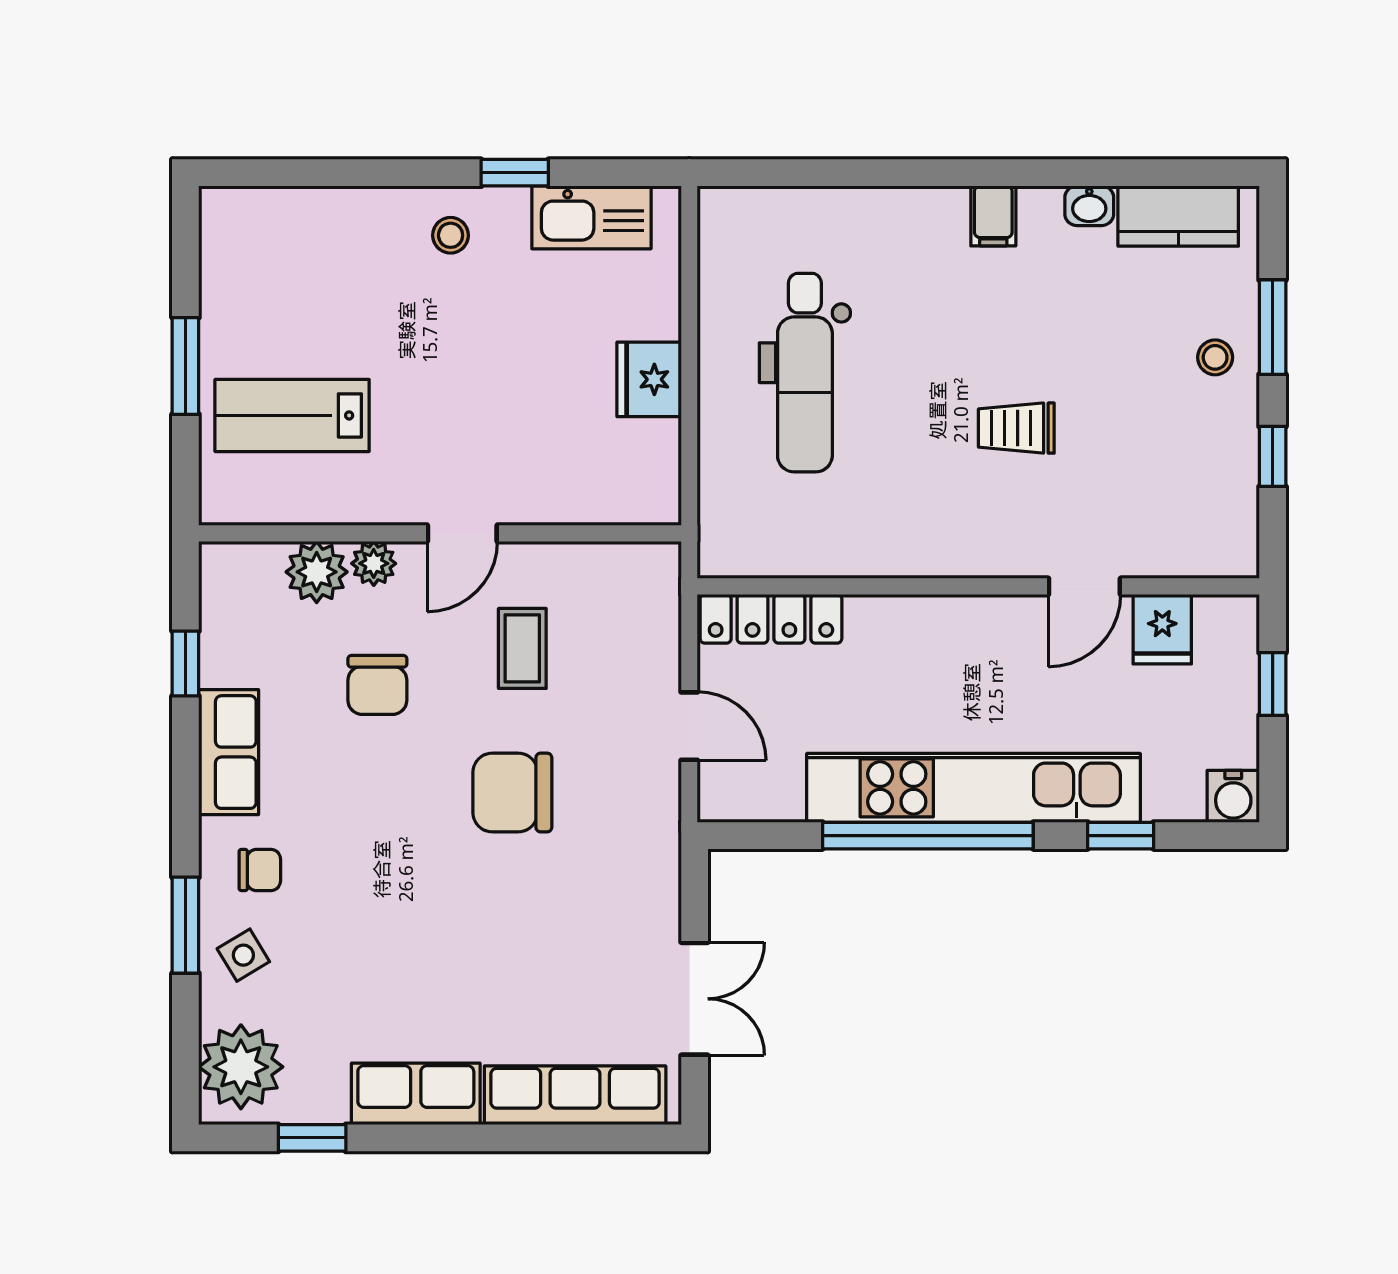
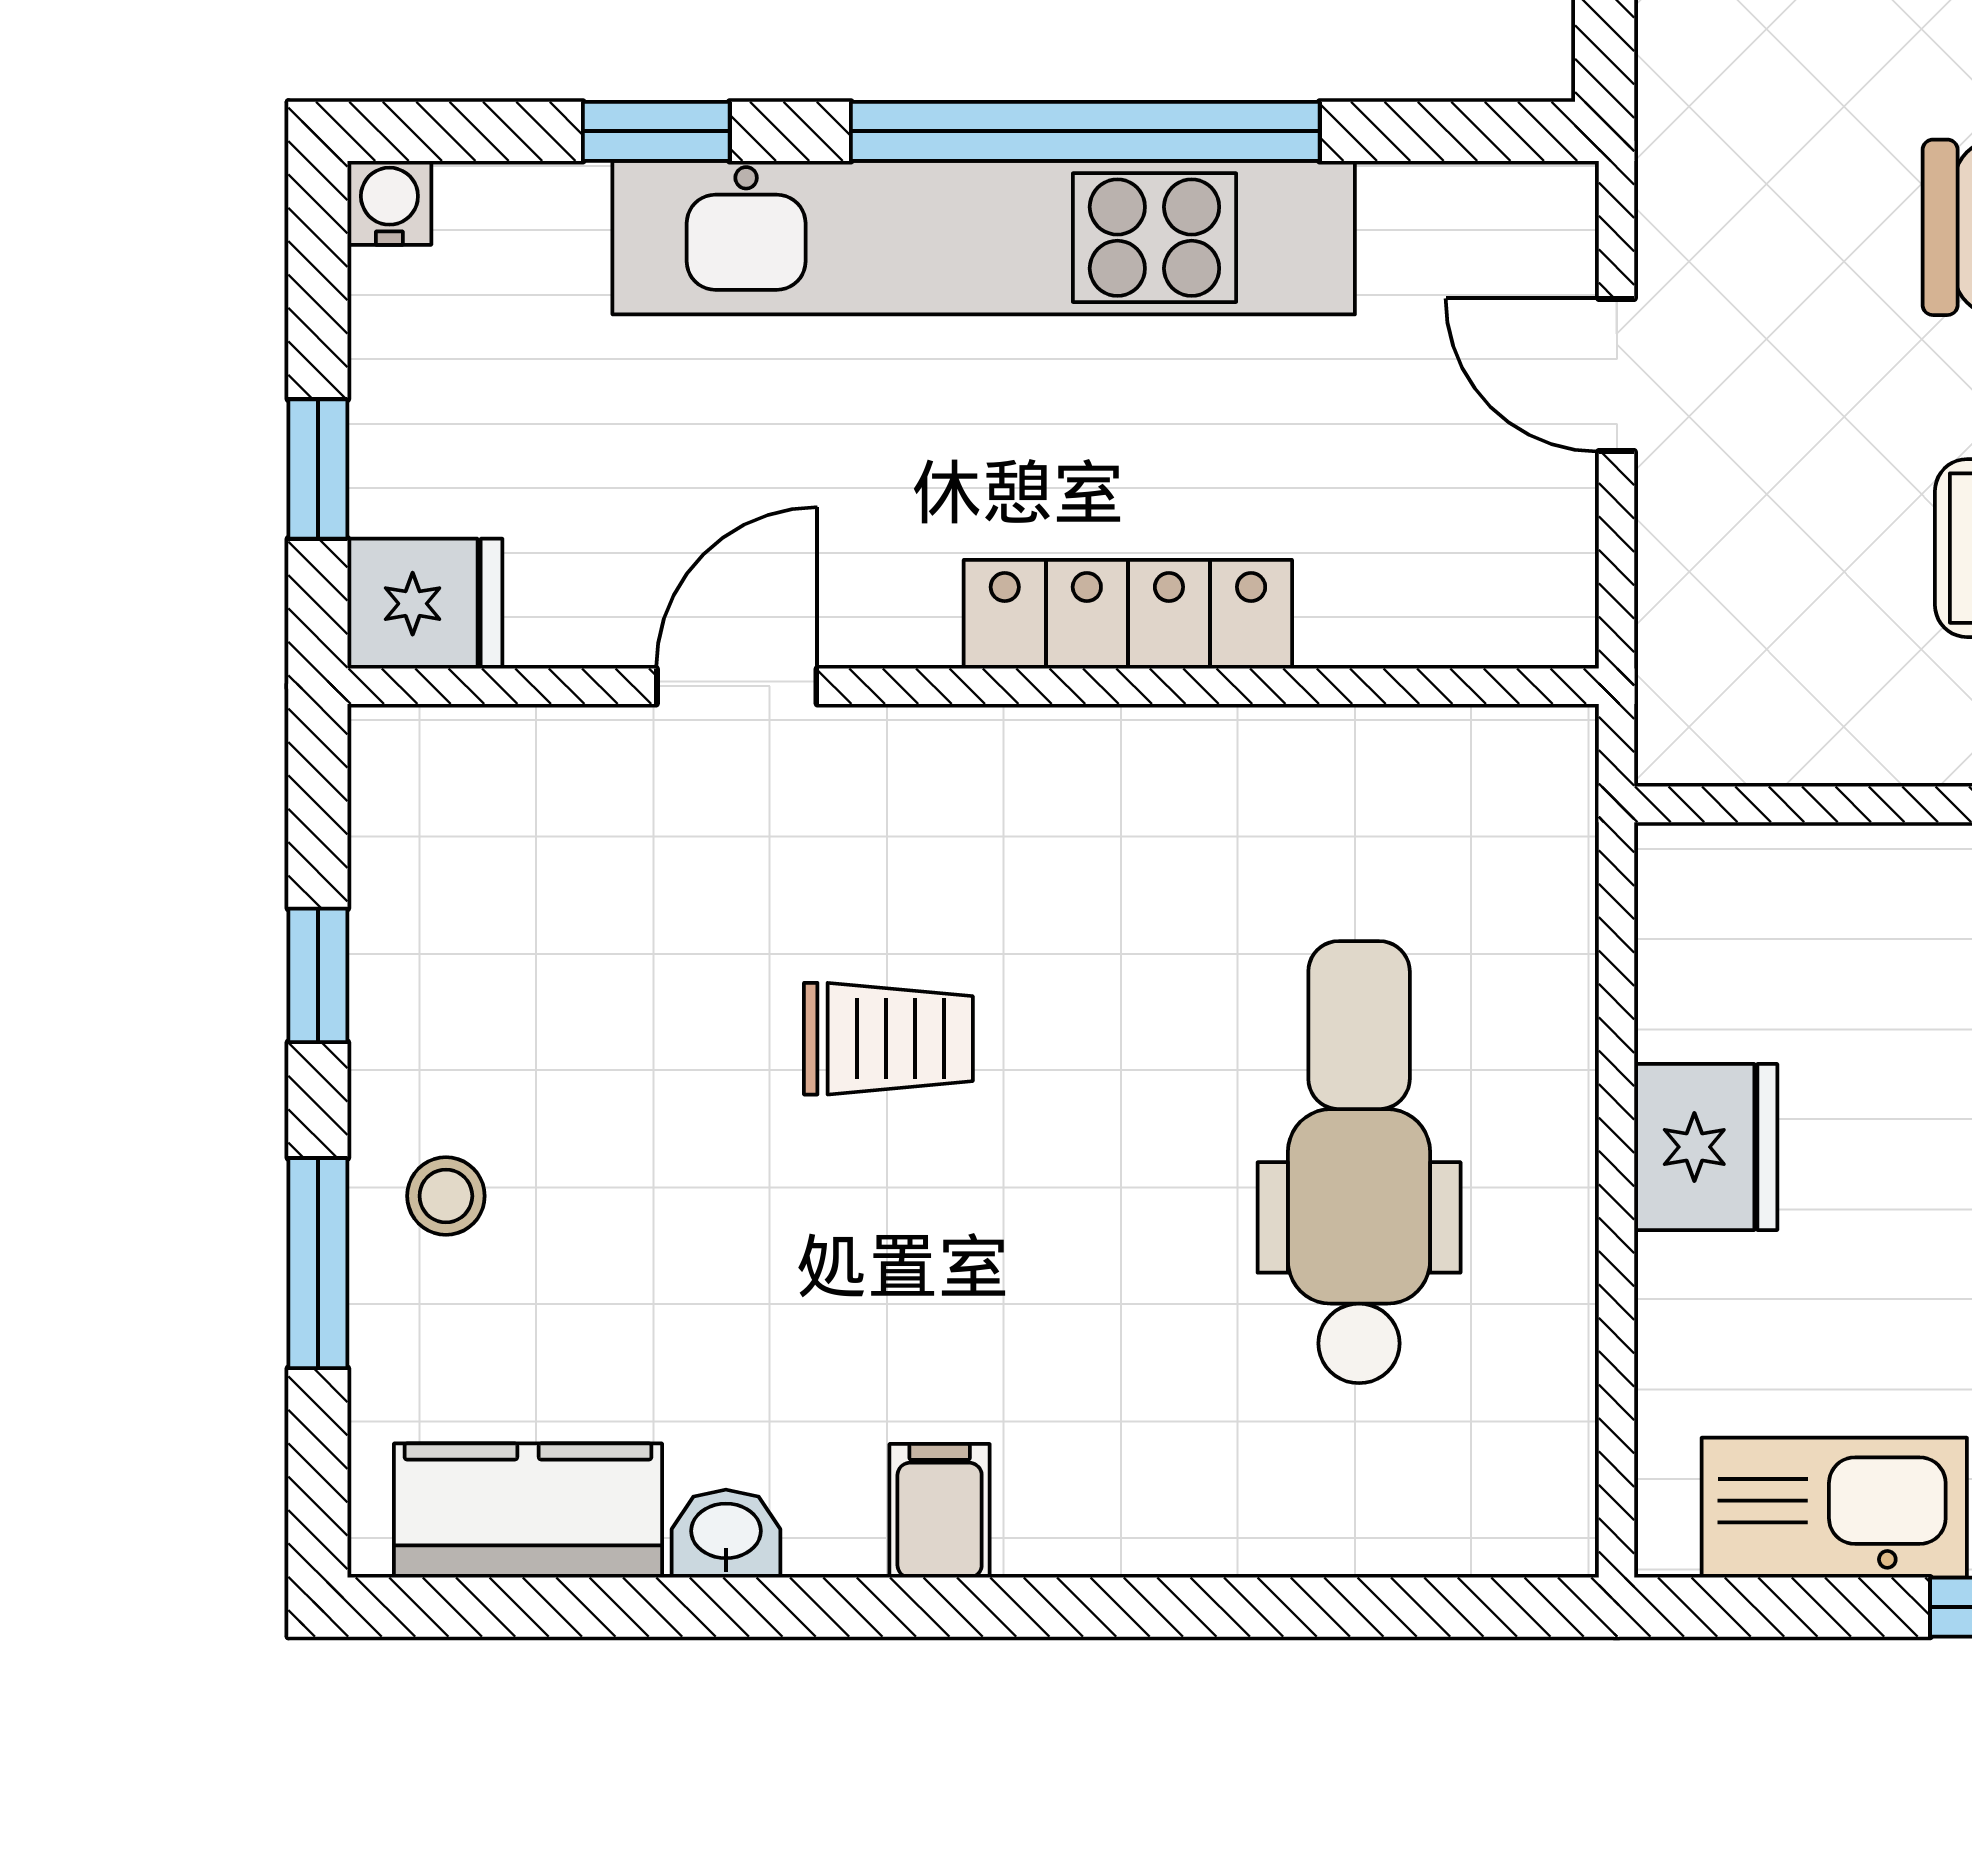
locker: (771, 619) -> (1128, 614), moved
fridge: (1162, 629) -> (425, 604), moved, turned 90
water cooler: (1233, 796) -> (389, 203), width x0.72, depth x0.72

